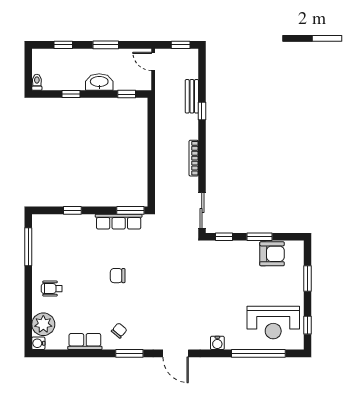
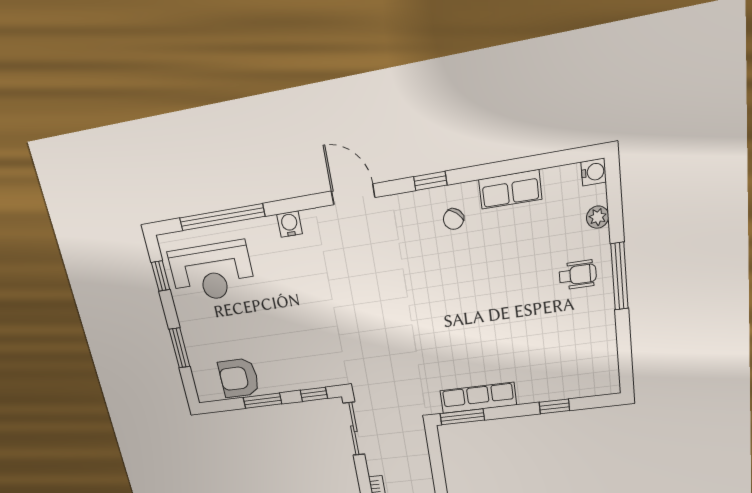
window: (28, 247) -> (619, 276), moved
chair: (118, 276) -> (468, 312), removed
reception desk: (273, 323) -> (212, 272), turned 180
plant: (43, 324) -> (598, 217), width x0.53, depth x0.53
window: (129, 353) -> (430, 181), width x0.67

